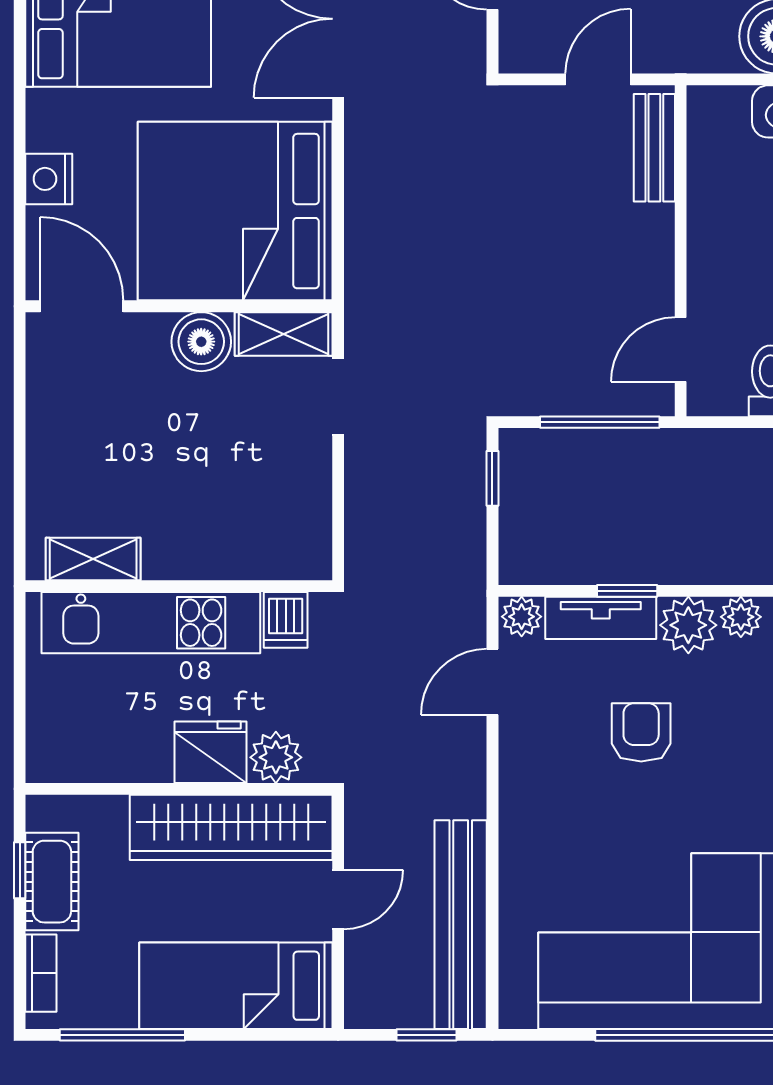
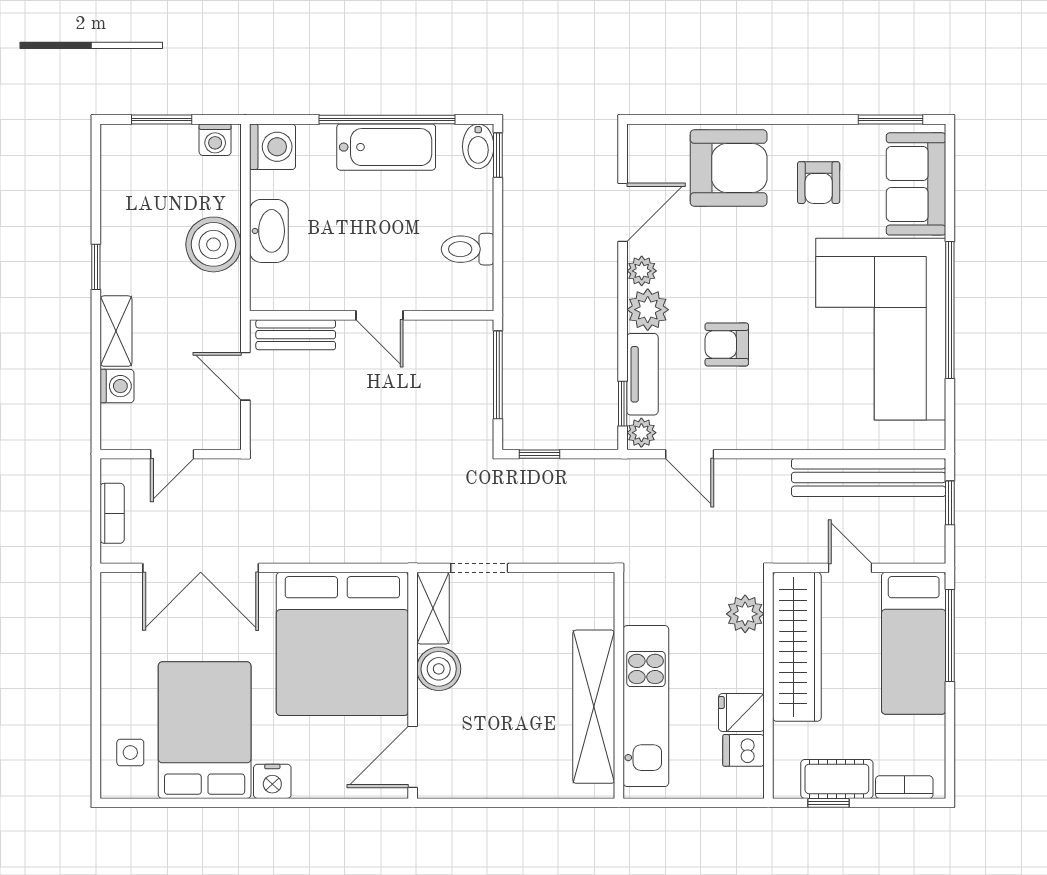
nightstand: (49, 179) -> (272, 781), moved
door: (681, 350) -> (380, 315), moved
shelving: (93, 559) -> (594, 707), width x2.20, depth x1.33
window: (627, 591) -> (623, 404), moved
dishwasher: (286, 620) -> (744, 750), moved, turned 180
fridge: (210, 752) -> (741, 712), moved, width x0.72
window: (122, 1035) -> (950, 635), moved

